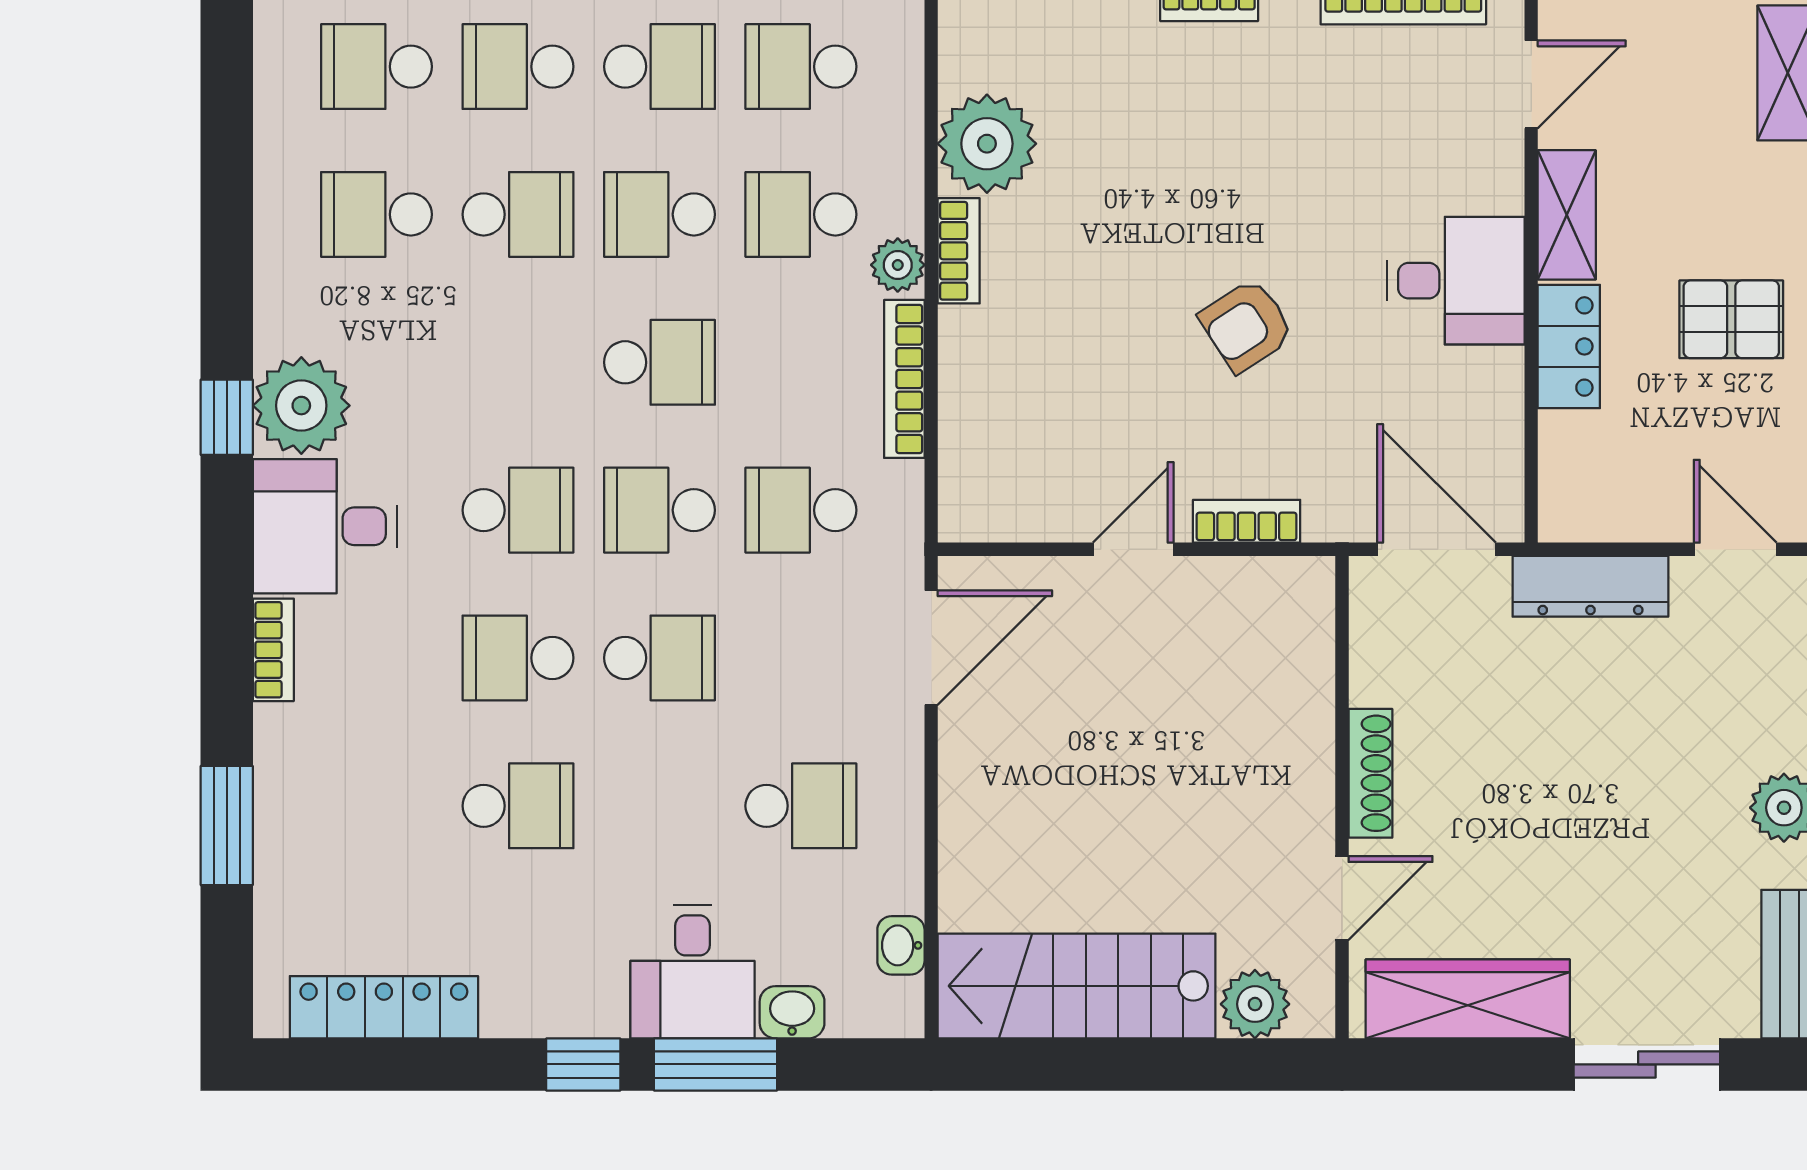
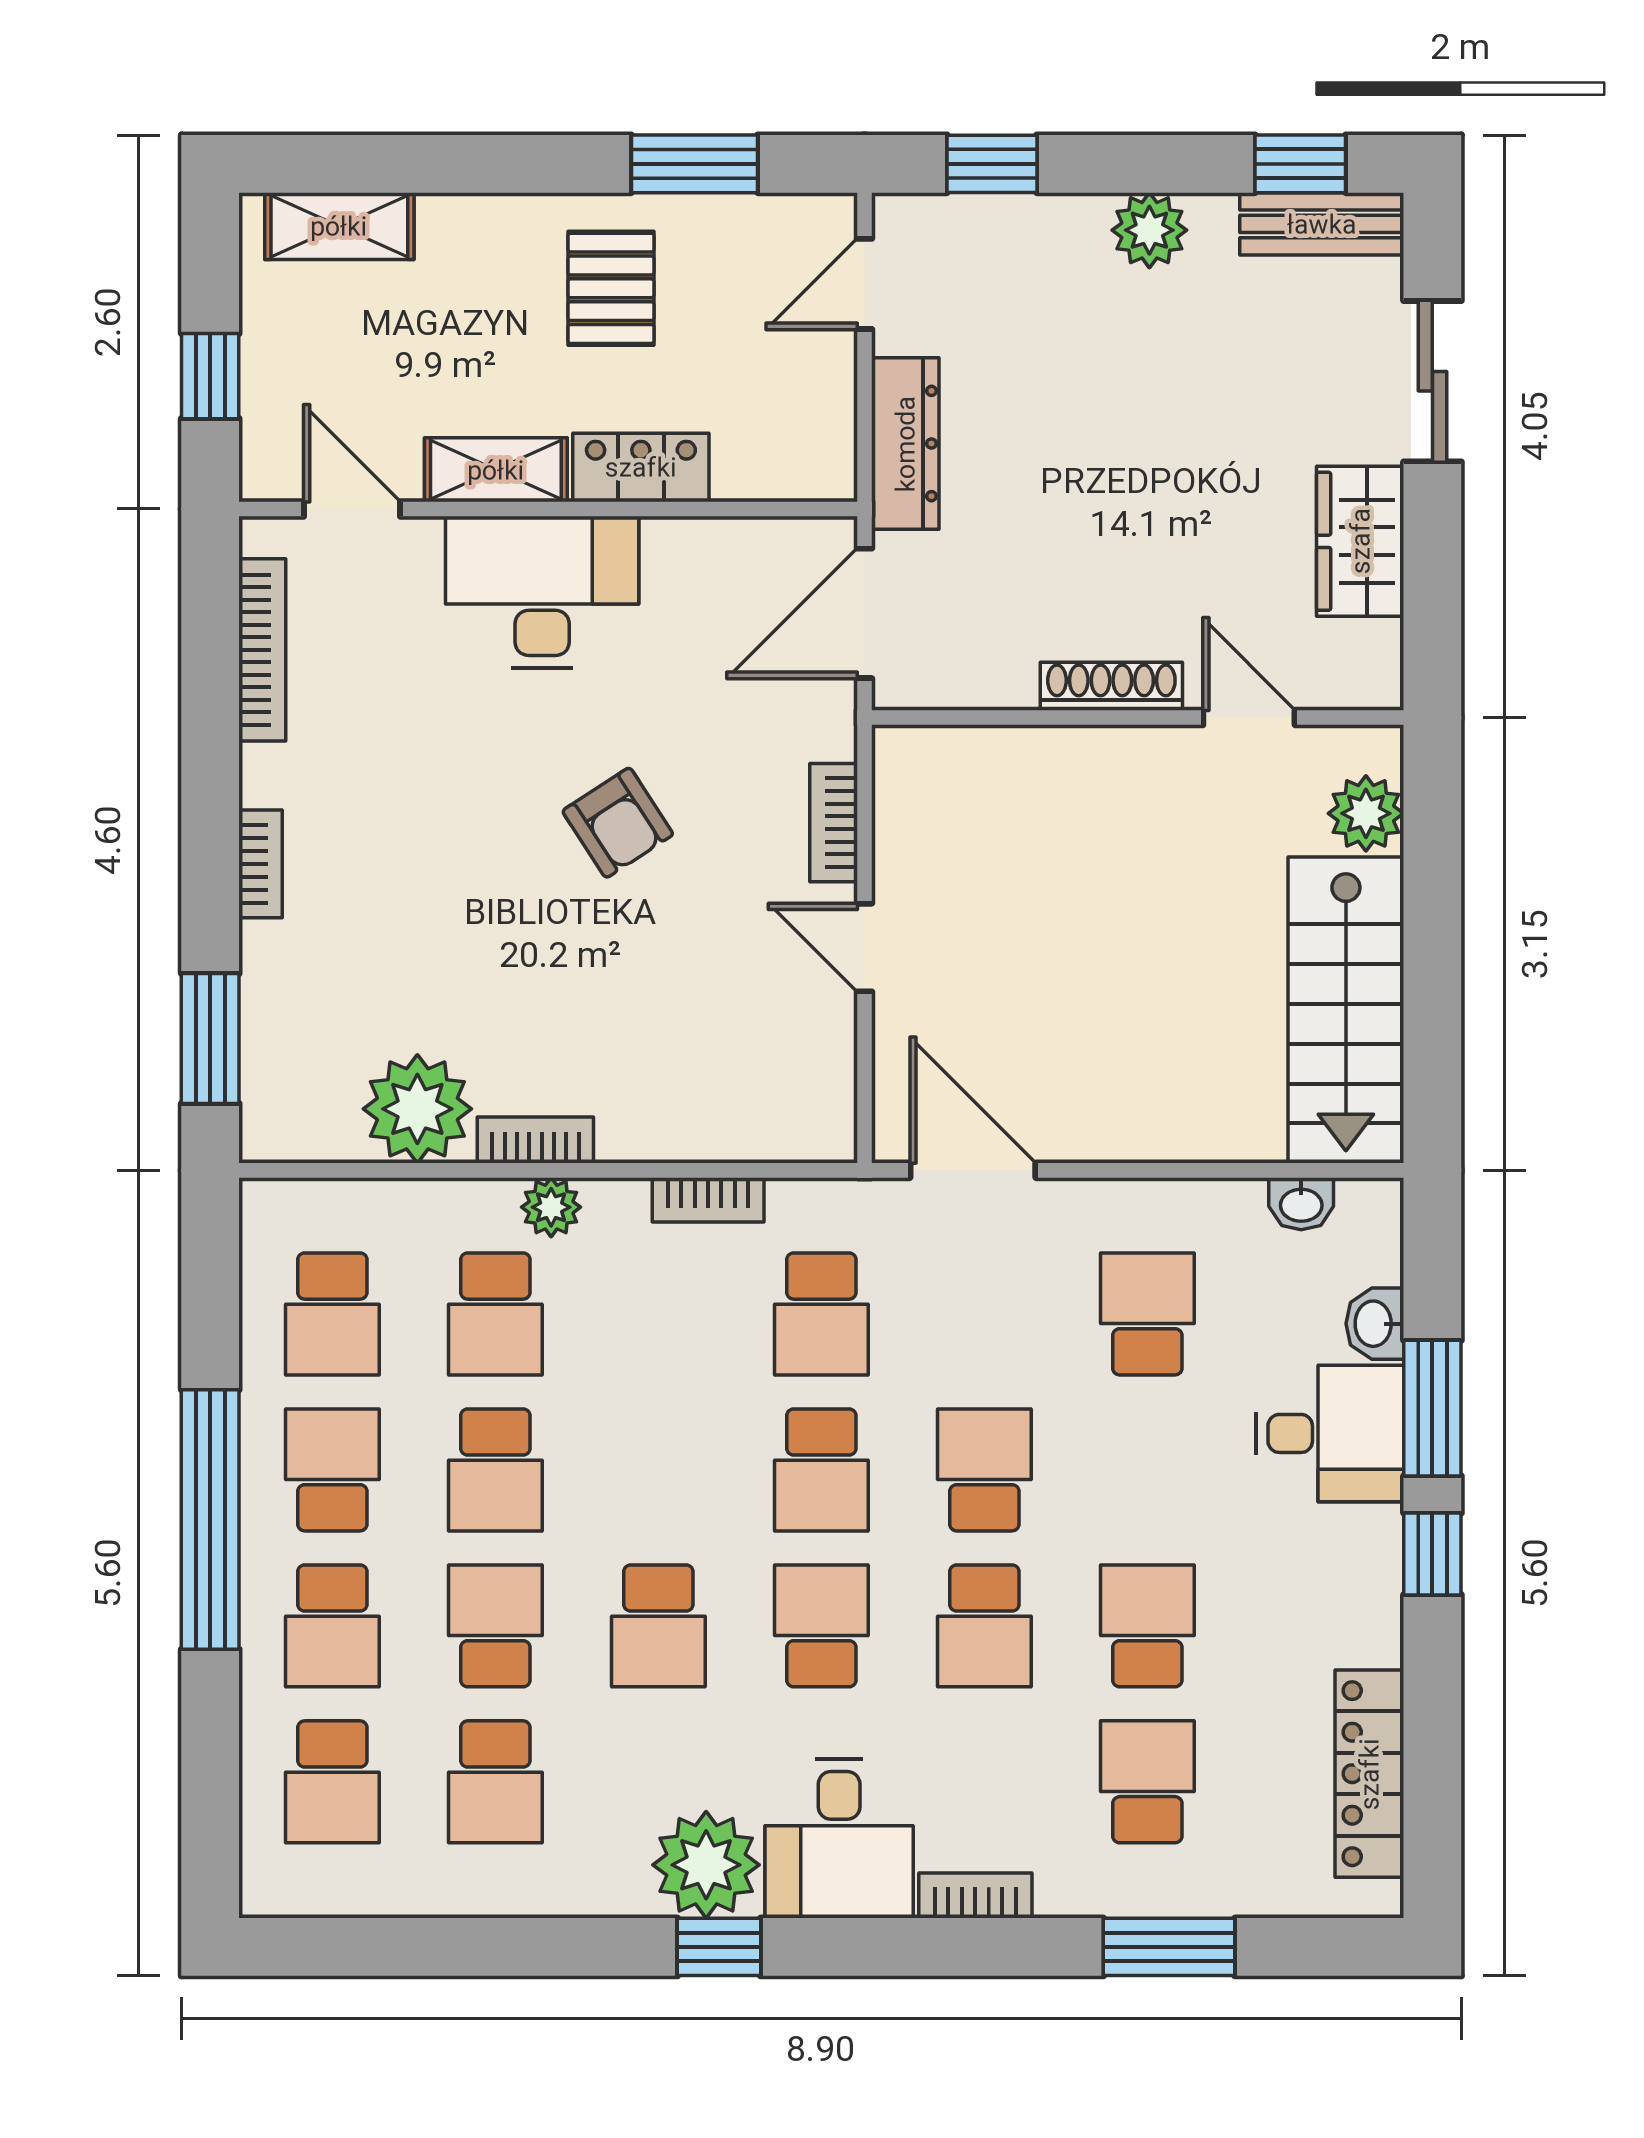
desk: (1456, 281) -> (542, 592), width x1.37
school desk: (659, 362) -> (658, 1626), moved, turned 180
bookcase: (904, 379) -> (708, 1200), width x0.64
school desk: (377, 806) -> (1147, 1782), added
wardrobe: (1468, 999) -> (1360, 541), width x0.67

